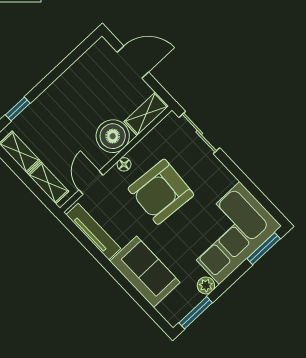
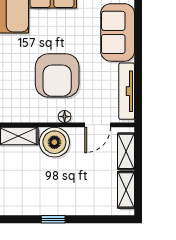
window: (18, 109) -> (53, 219), moved
armchair: (161, 192) -> (57, 75), turned 86

